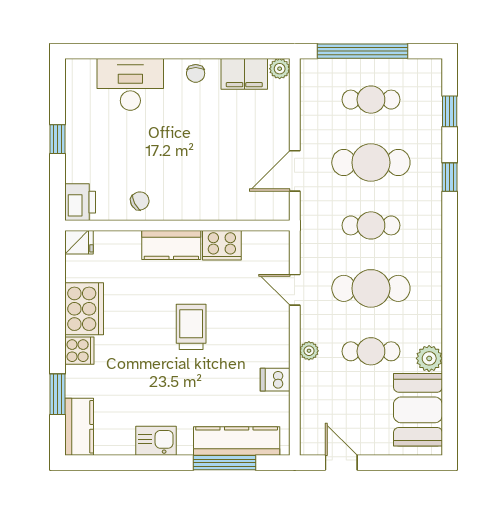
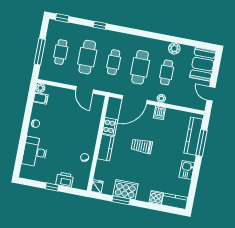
window: (362, 51) -> (40, 52), width x0.68
filing cabinet: (244, 74) -> (41, 98), width x0.50
window: (450, 111) -> (62, 18), moved
printer: (80, 202) -> (65, 180), moved
door: (295, 290) -> (135, 99), width x1.88
cooker: (79, 351) -> (156, 197), moved
dishwasher: (275, 380) -> (159, 113), moved
window: (58, 394) -> (121, 200), moved
booth: (418, 410) -> (203, 64), moved, turned 90
door: (341, 463) -> (211, 94), hinge flipped

